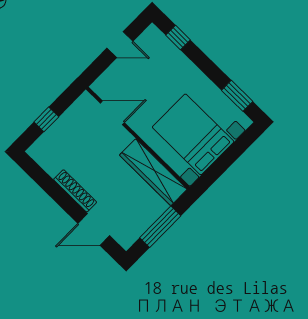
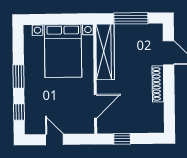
window: (237, 96) -> (19, 76), moved
door: (112, 113) -> (95, 106), swing flipped
window: (46, 119) -> (122, 139), moved

